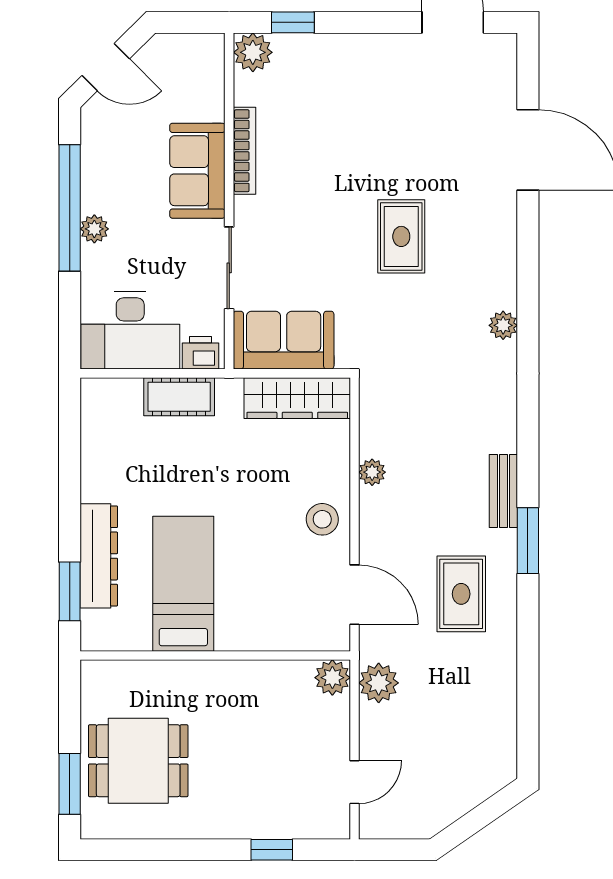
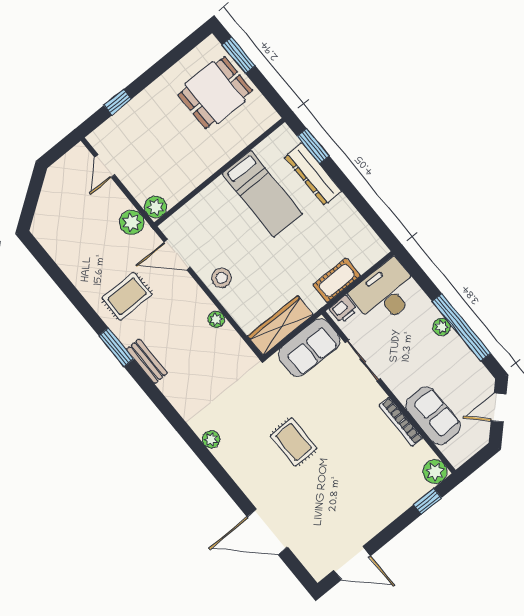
sofa: (197, 171) -> (433, 416), moved
rug: (461, 594) -> (127, 296), turned 90

